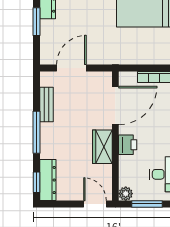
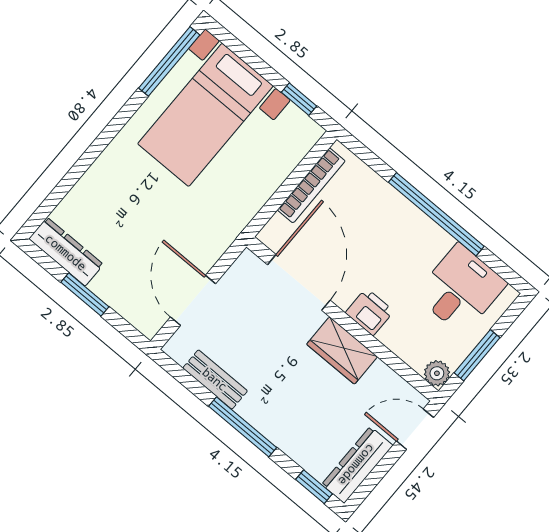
dresser: (48, 180) -> (357, 465), moved, turned -90

